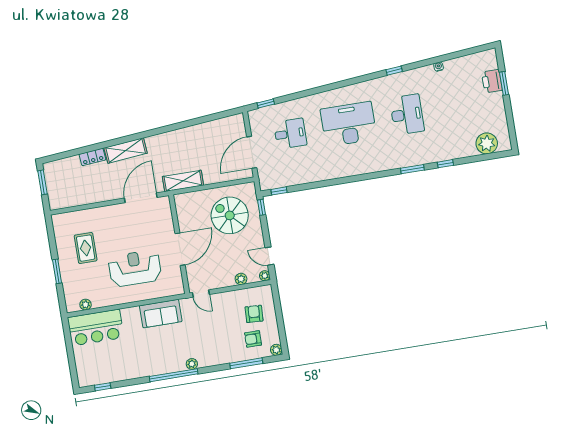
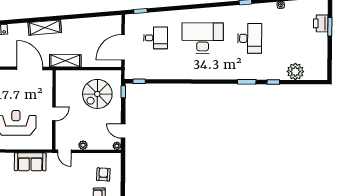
plant: (487, 143) -> (295, 72), moved
shelving: (126, 151) -> (45, 28), moved
door: (141, 198) -> (30, 68), hinge flipped
spiral stairs: (230, 215) -> (97, 94), turned -90
door: (180, 249) -> (54, 114), width x0.53
plant: (241, 279) -> (83, 145), moved

